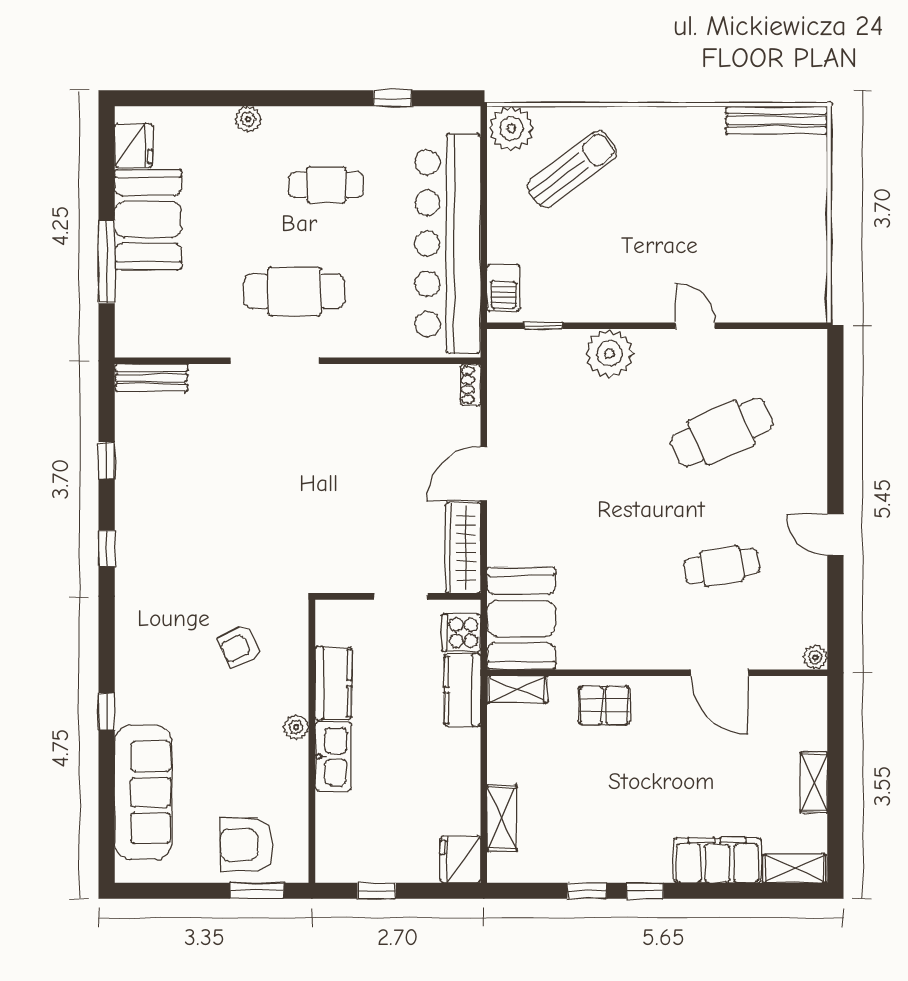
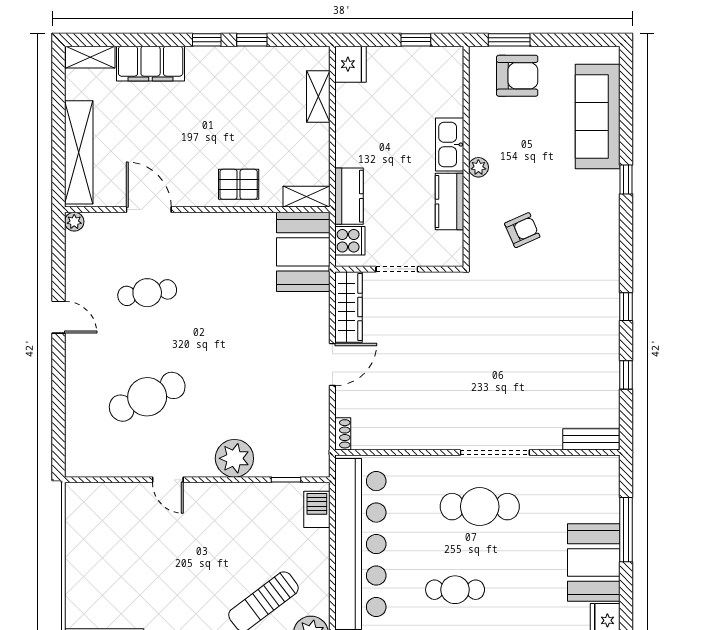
shelving: (814, 783) -> (79, 152), width x2.20, depth x1.33

